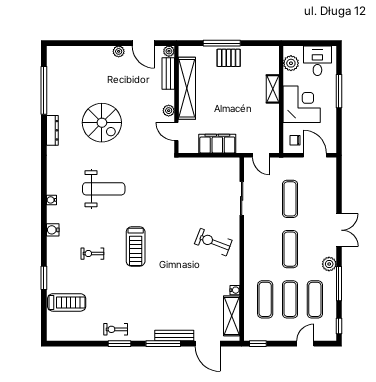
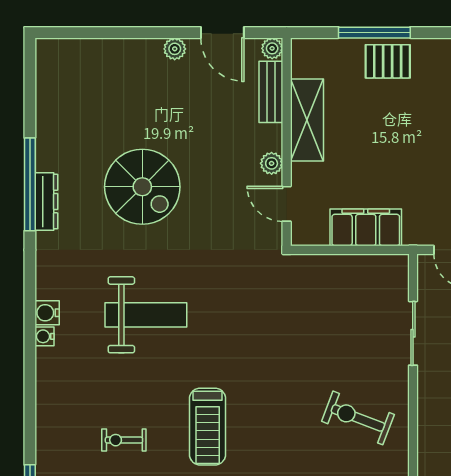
shelving: (187, 88) -> (307, 120), width x0.68
window: (44, 90) -> (30, 184), moved
water cooler: (53, 230) -> (47, 313), moved

